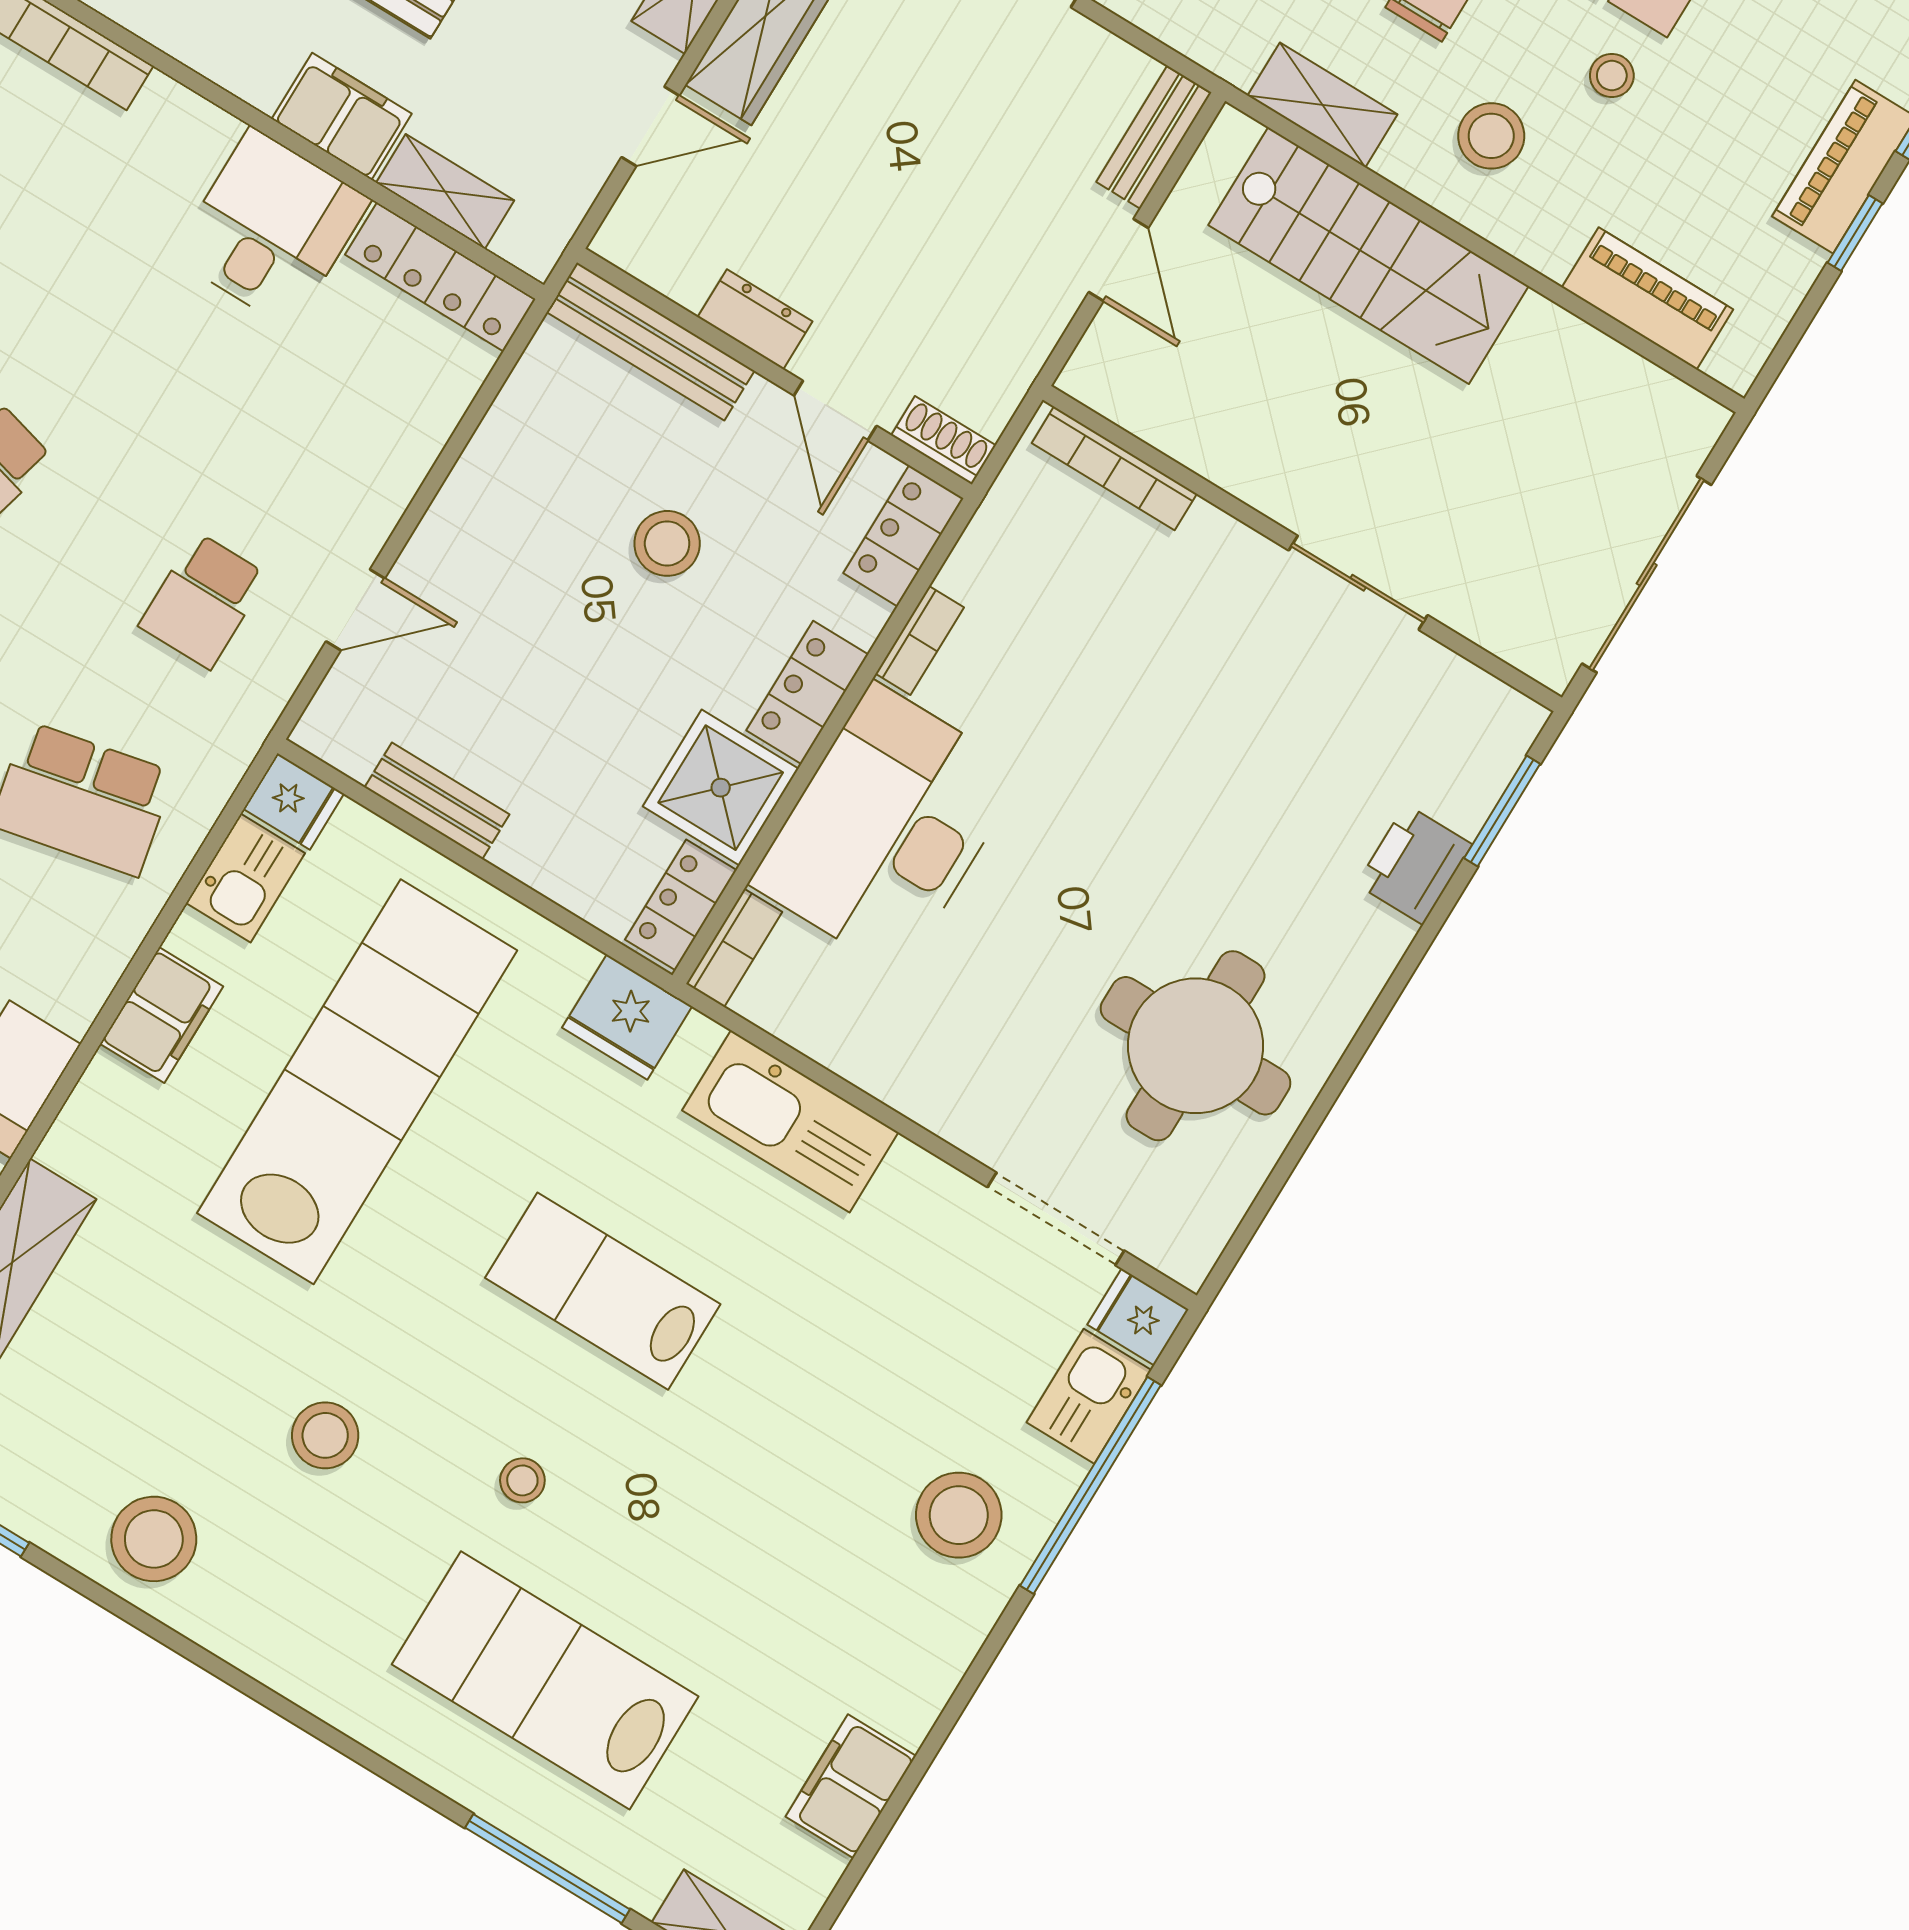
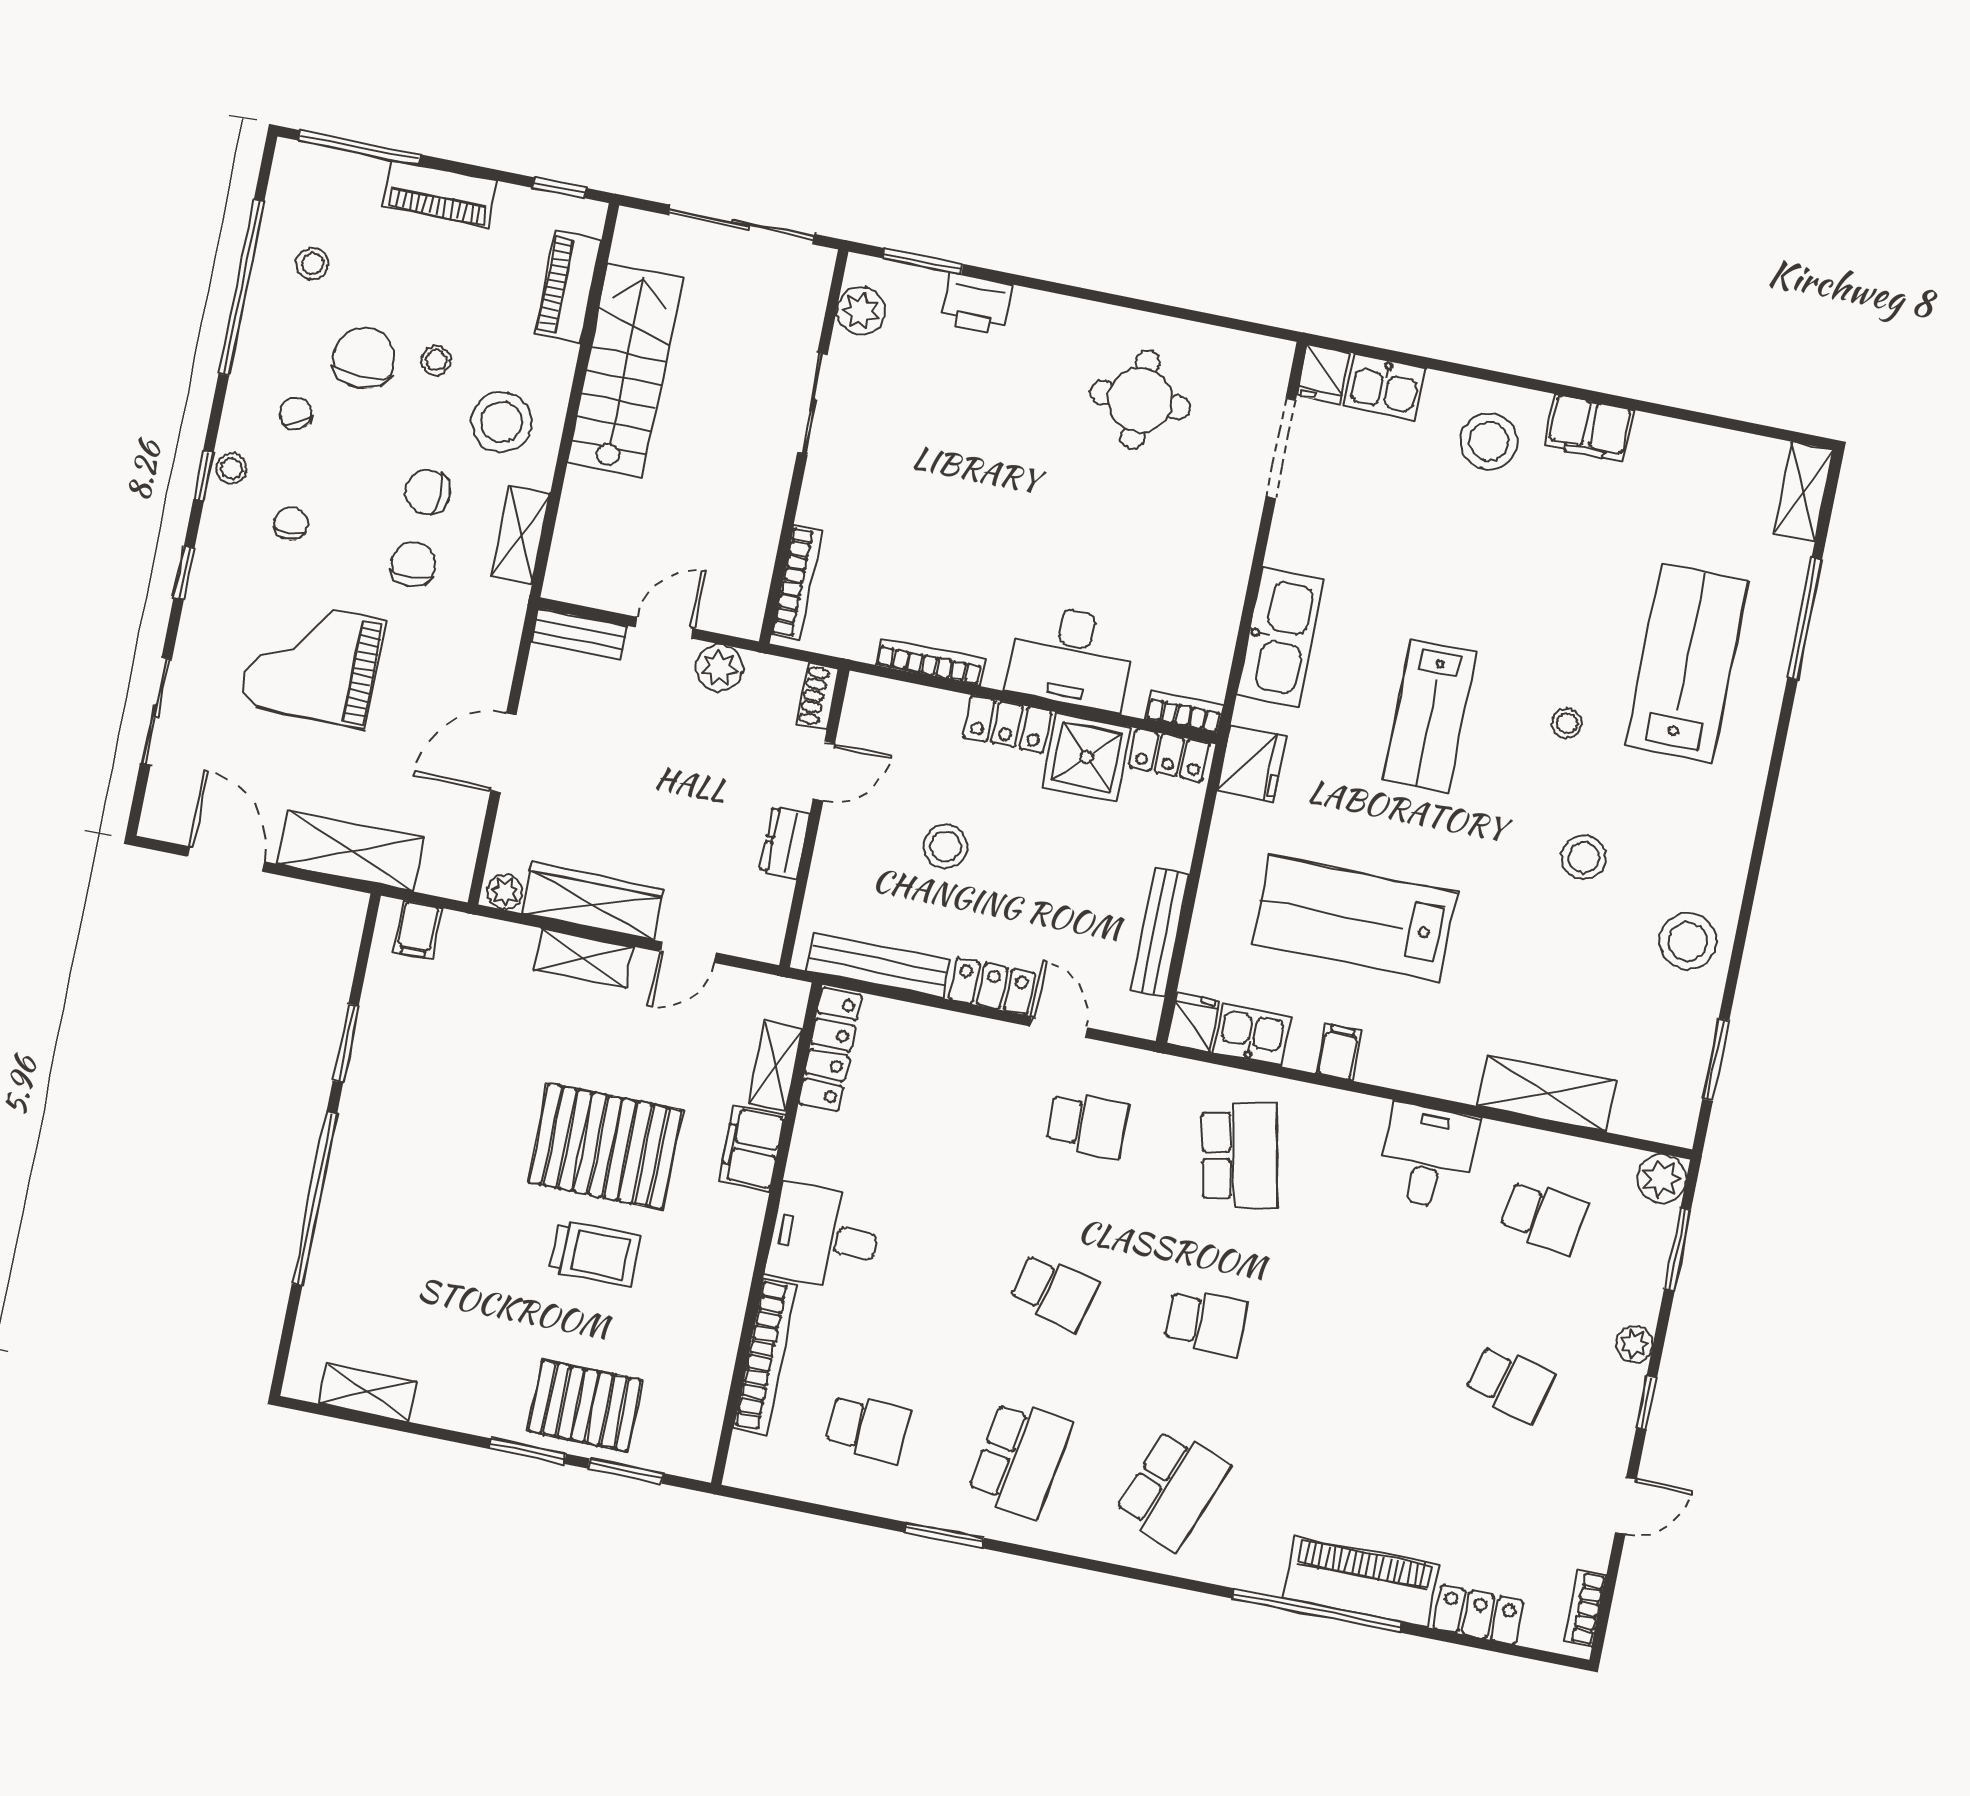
door: (650, 126) -> (688, 952), swing flipped
stool: (1491, 136) -> (502, 422), width x1.38, depth x1.38
desk: (271, 228) -> (824, 1237), moved
window: (1855, 233) -> (559, 188), moved
stairs: (1369, 256) -> (625, 371), moved
plant: (1034, 317) -> (719, 668), added
bench: (651, 341) -> (878, 965), moved, turned 90
locker: (903, 536) -> (992, 986), moved, turned 180
bookcase: (920, 641) -> (930, 662), width x1.56
plant: (1464, 699) -> (861, 311), added
bench: (437, 801) -> (1160, 932), width x1.36
desk: (887, 828) -> (1071, 657), width x0.73, depth x0.77
filing cabinet: (162, 1015) -> (1339, 1052), width x0.50
round table: (1196, 1046) -> (1140, 400), width x0.73, depth x0.73
lab bench: (357, 1082) -> (1354, 918), width x0.73
window: (1091, 1485) -> (1440, 365), removed
lab bench: (545, 1680) -> (1687, 663), turned 180
filing cabinet: (851, 1786) -> (1589, 428), moved

